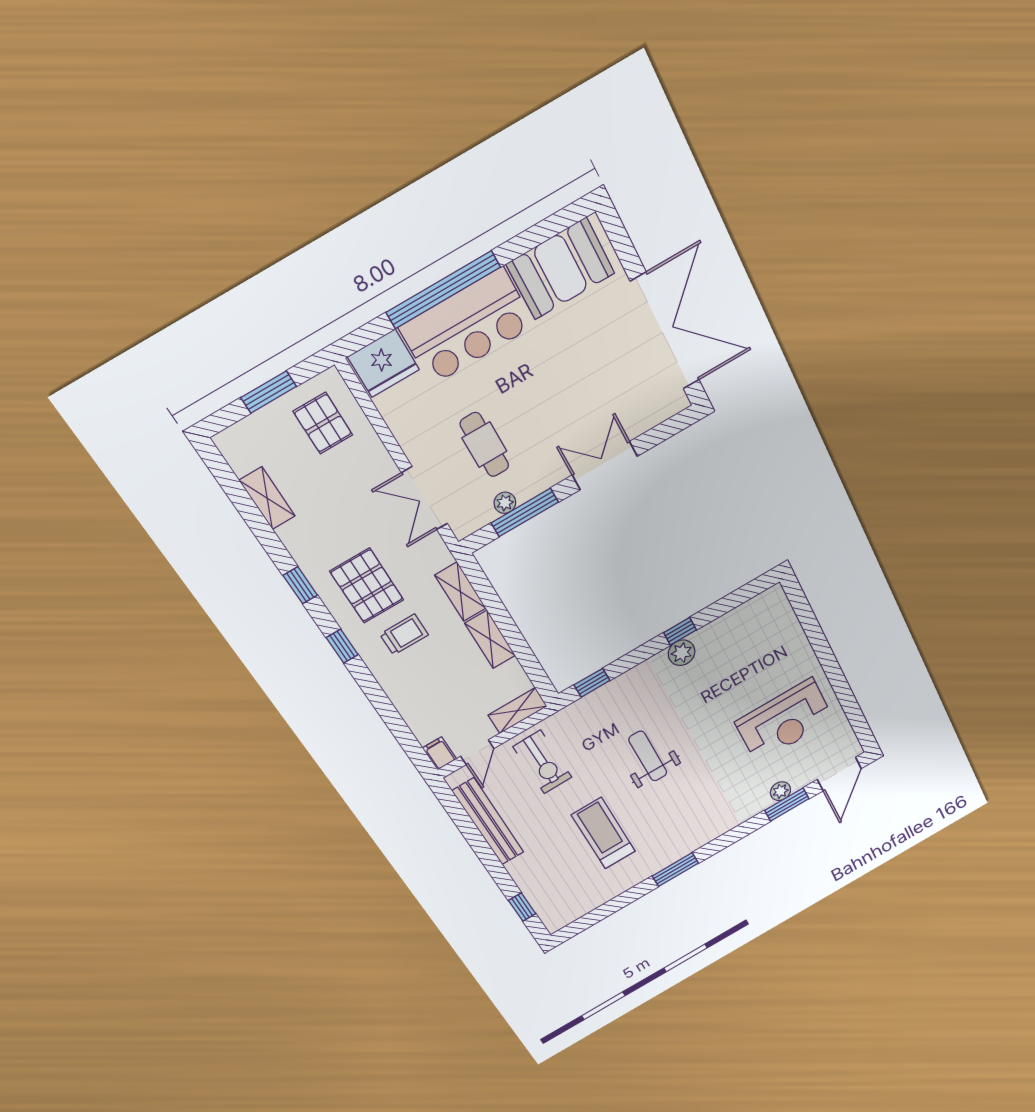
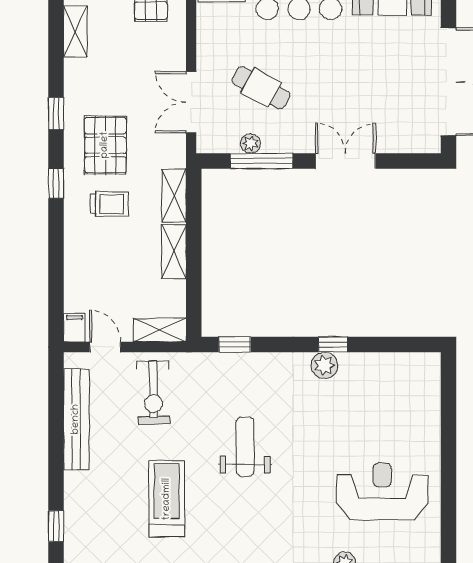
cafe table: (484, 445) -> (261, 88), turned -61
reception desk: (784, 721) -> (382, 491), turned 180
door: (477, 752) -> (105, 347), swing flipped

